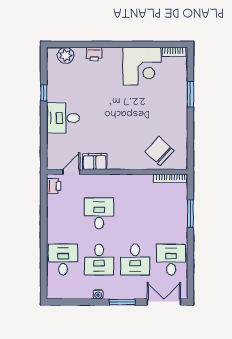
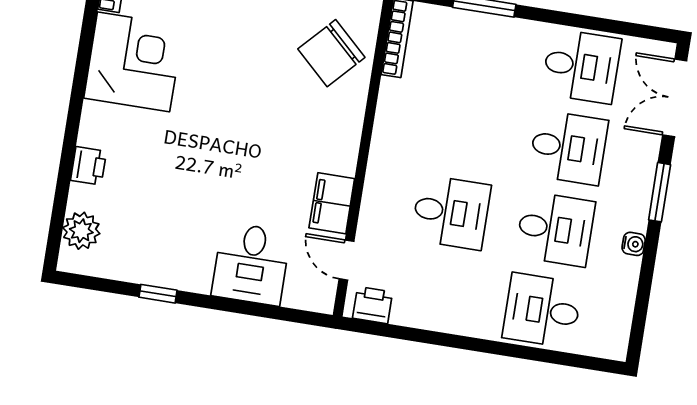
desk: (63, 118) -> (251, 264), moved
desk: (99, 213) -> (451, 212), turned 180
desk: (171, 260) -> (581, 66), turned 180

